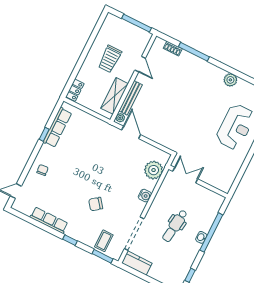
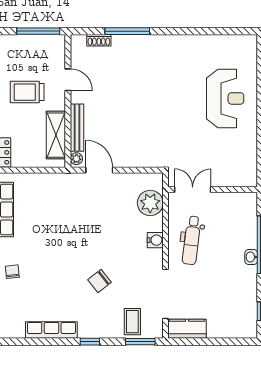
trolley: (110, 59) -> (27, 92), turned 90
plant: (230, 80) -> (190, 43), removed
dental chair: (175, 226) -> (192, 240), moved

